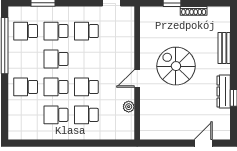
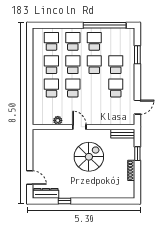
school desk: (26, 31) -> (94, 41), moved
bench: (224, 48) -> (123, 134), moved
dresser: (224, 92) -> (46, 193), moved
school desk: (26, 115) -> (51, 41), added

